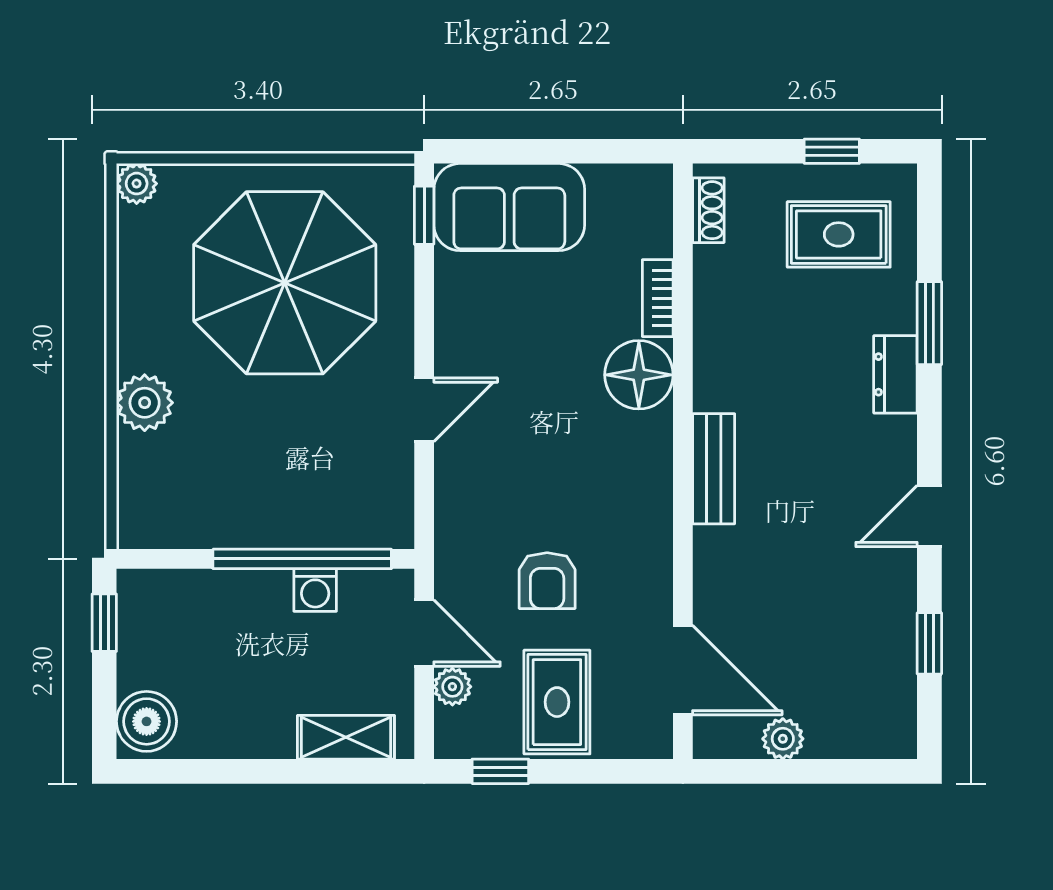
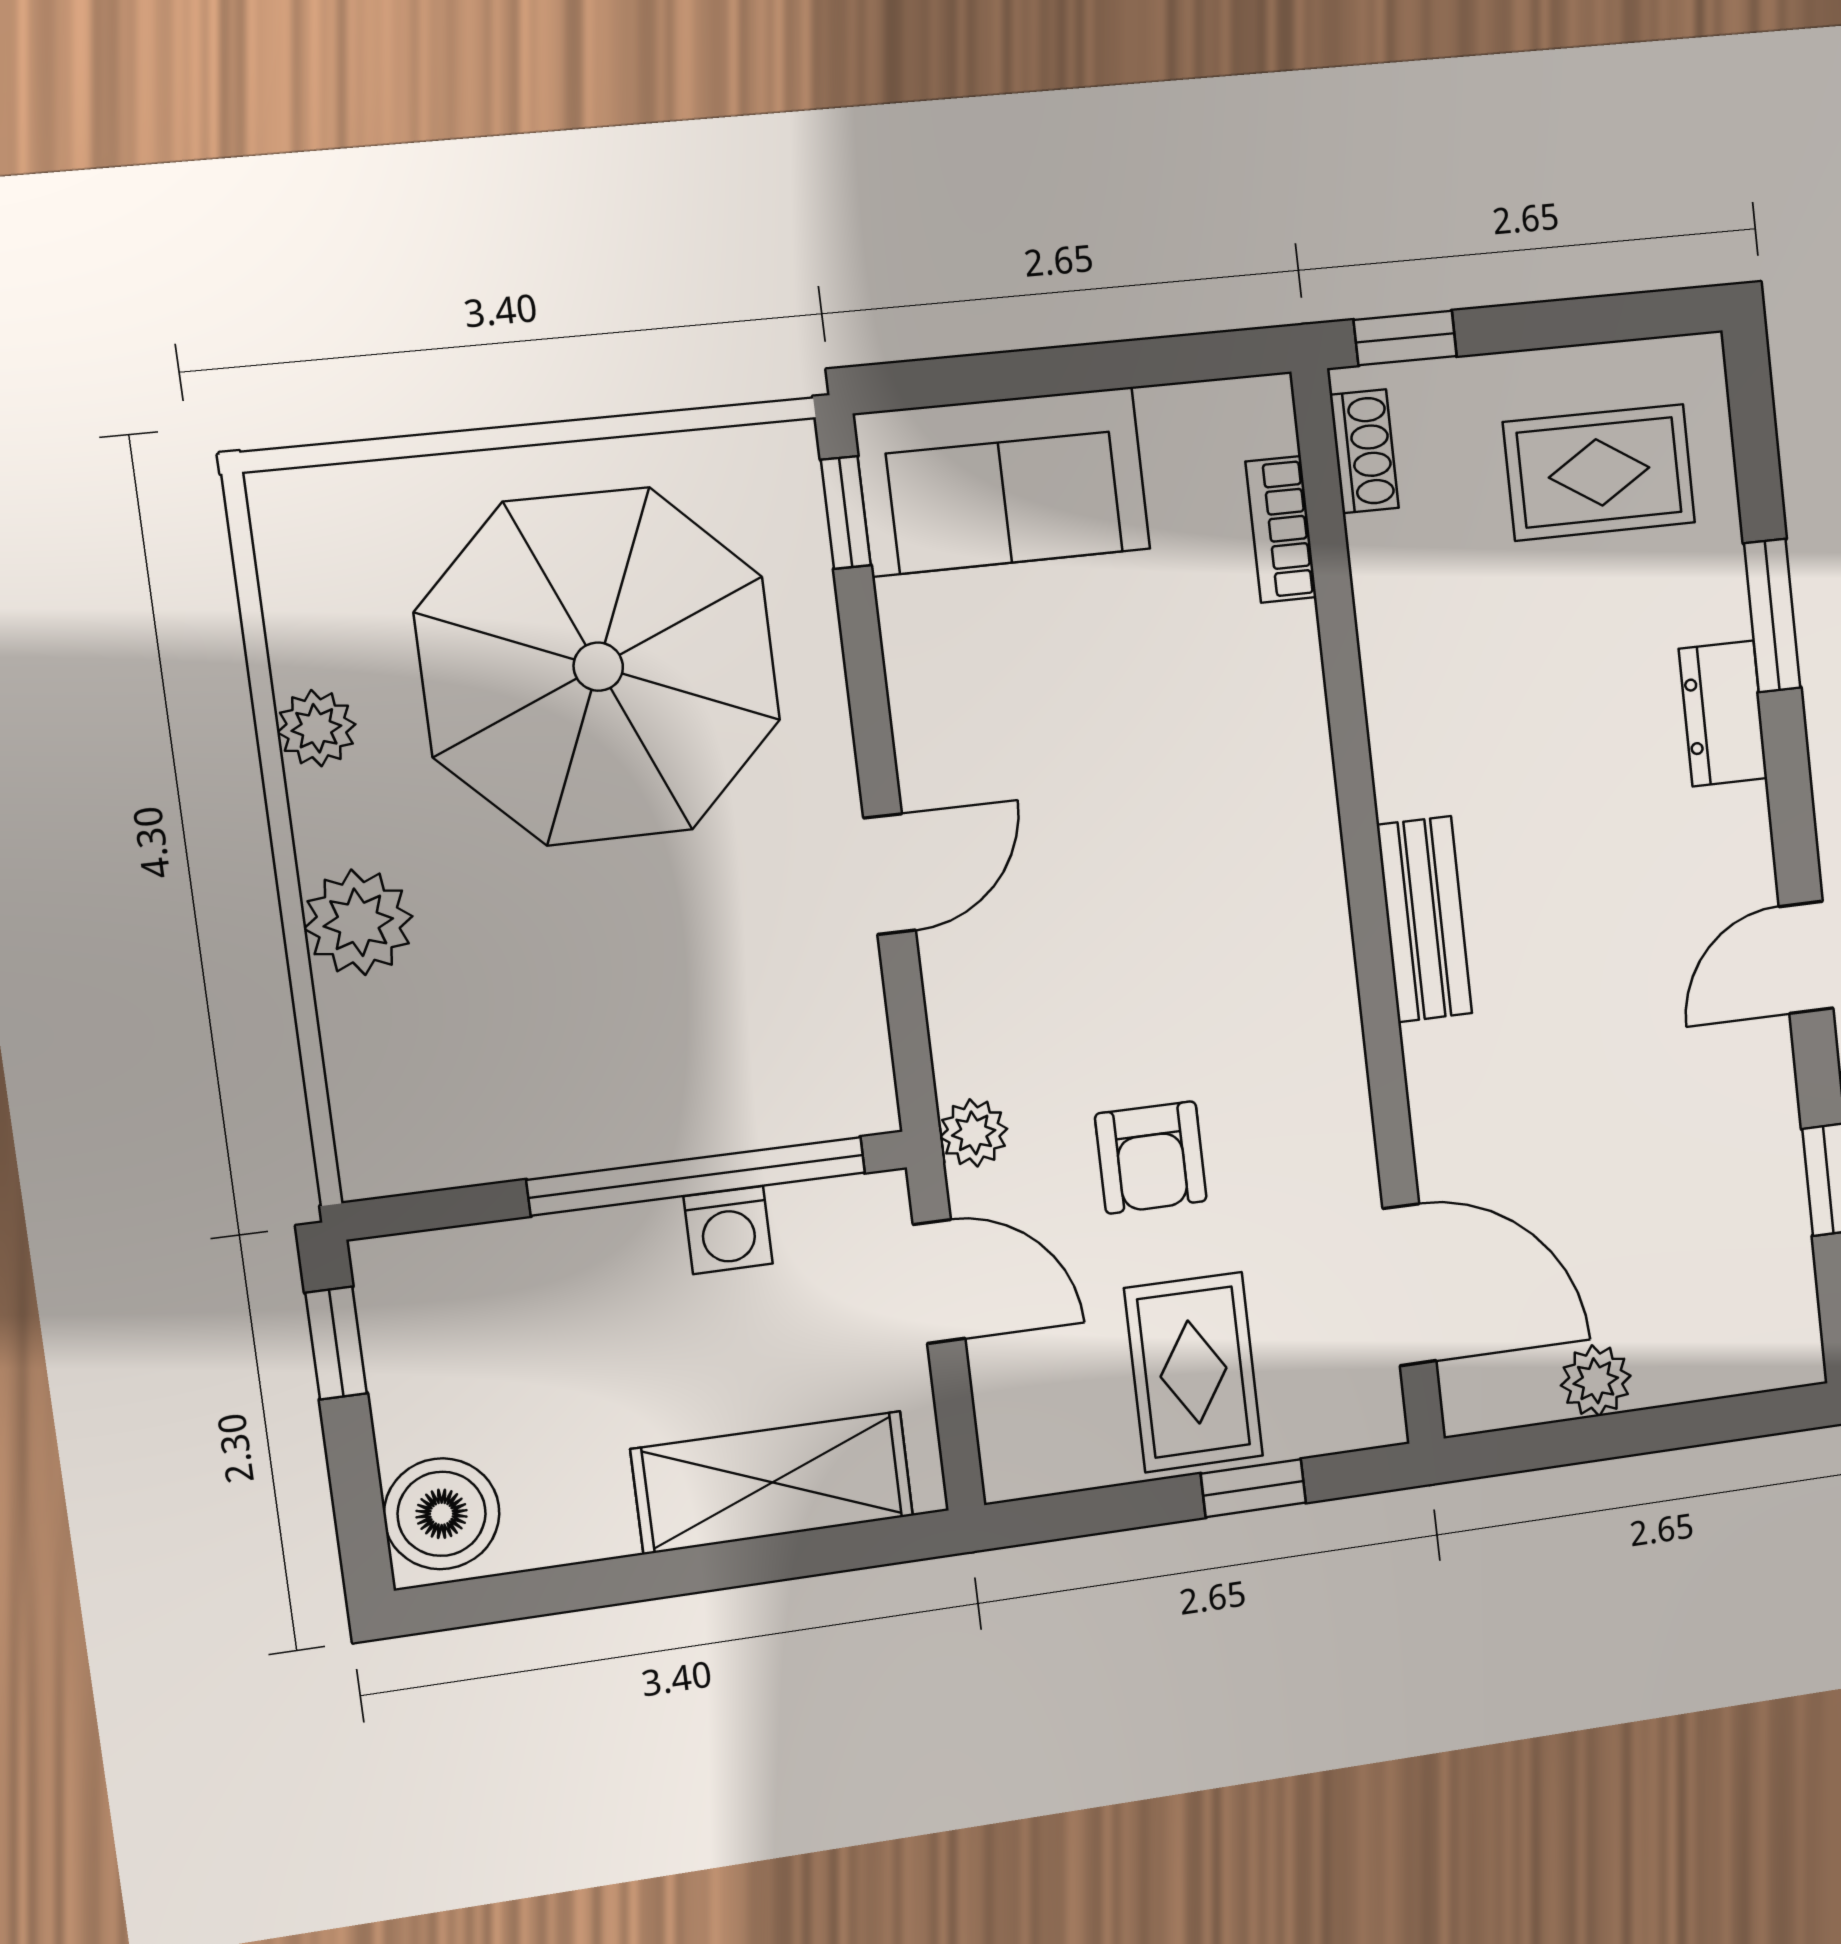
window: (832, 151) -> (1405, 338), moved
plant: (137, 184) -> (316, 728), moved
bookcase: (658, 298) -> (1281, 529), moved
floor lamp: (639, 375) -> (1273, 765), removed
plant: (452, 687) -> (974, 1133), moved
shelving: (346, 737) -> (772, 1483), width x1.50, depth x1.33
window: (500, 771) -> (1253, 1488), moved

